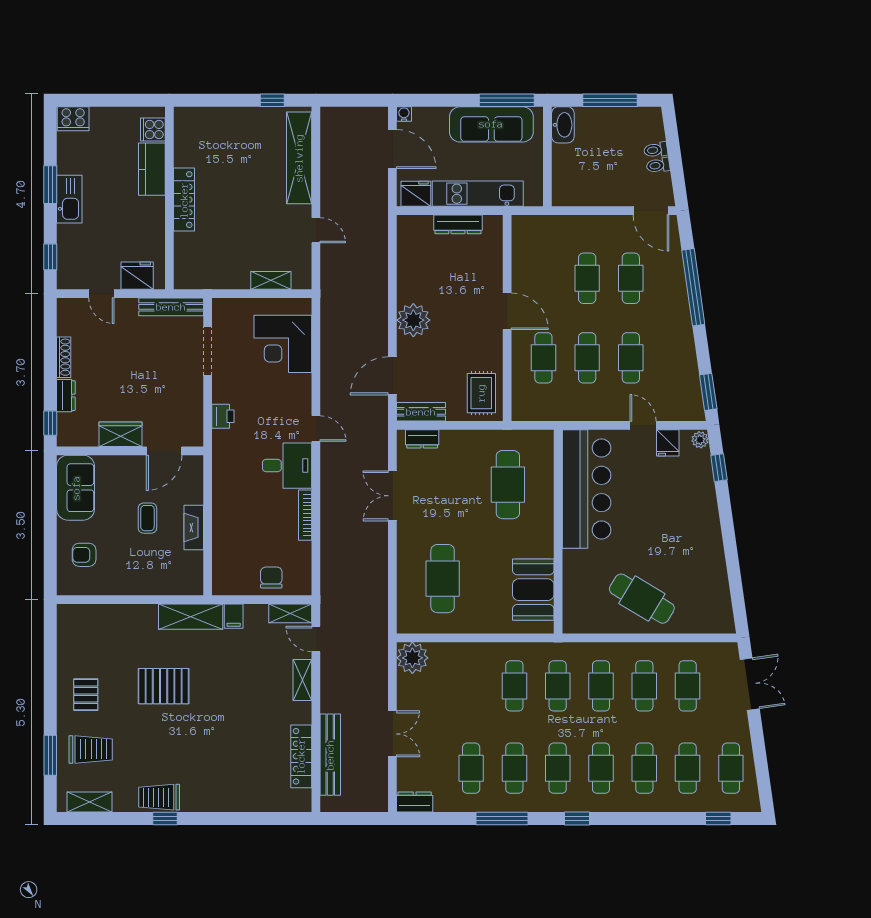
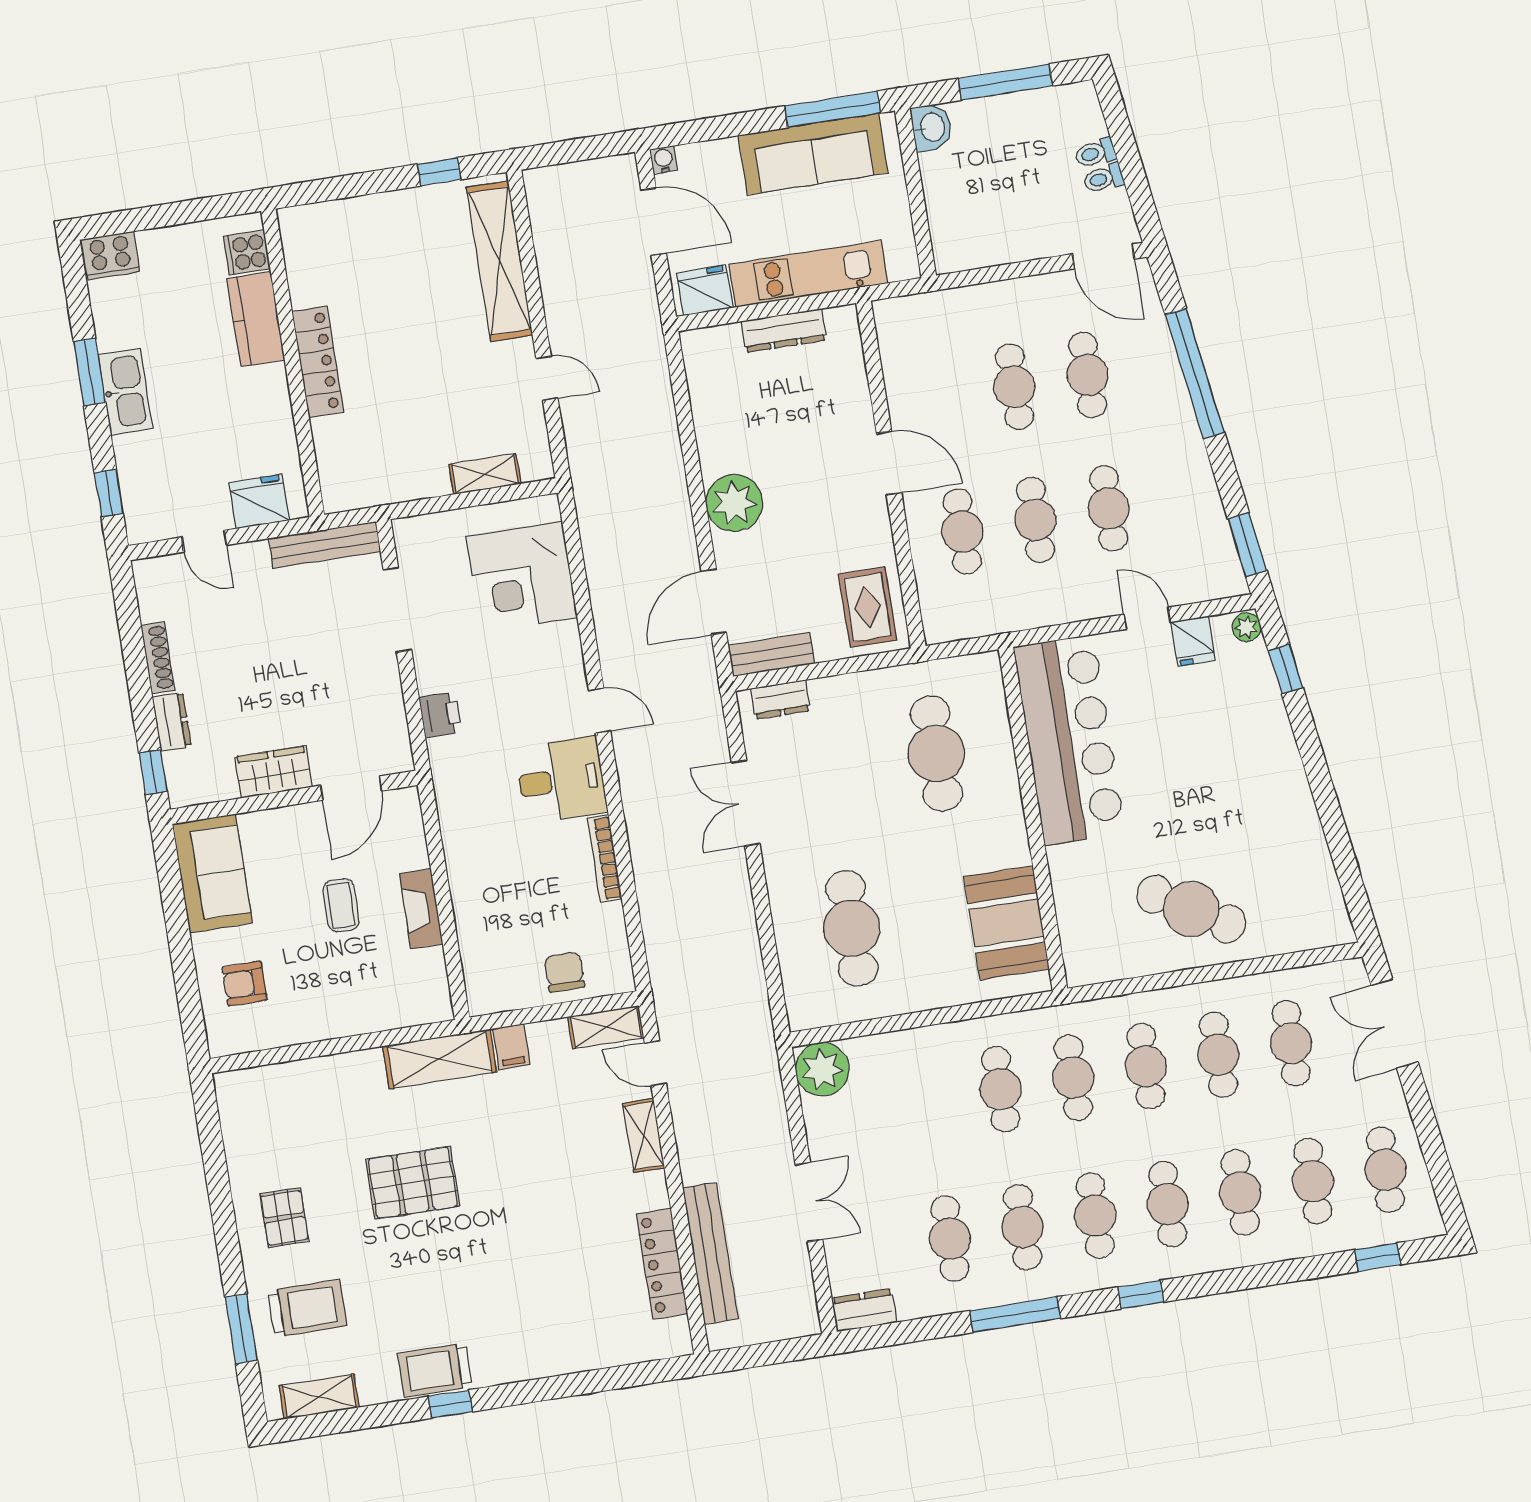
washbasin: (563, 125) -> (932, 127), width x0.72
double door: (750, 684) -> (1395, 1024), swing flipped

